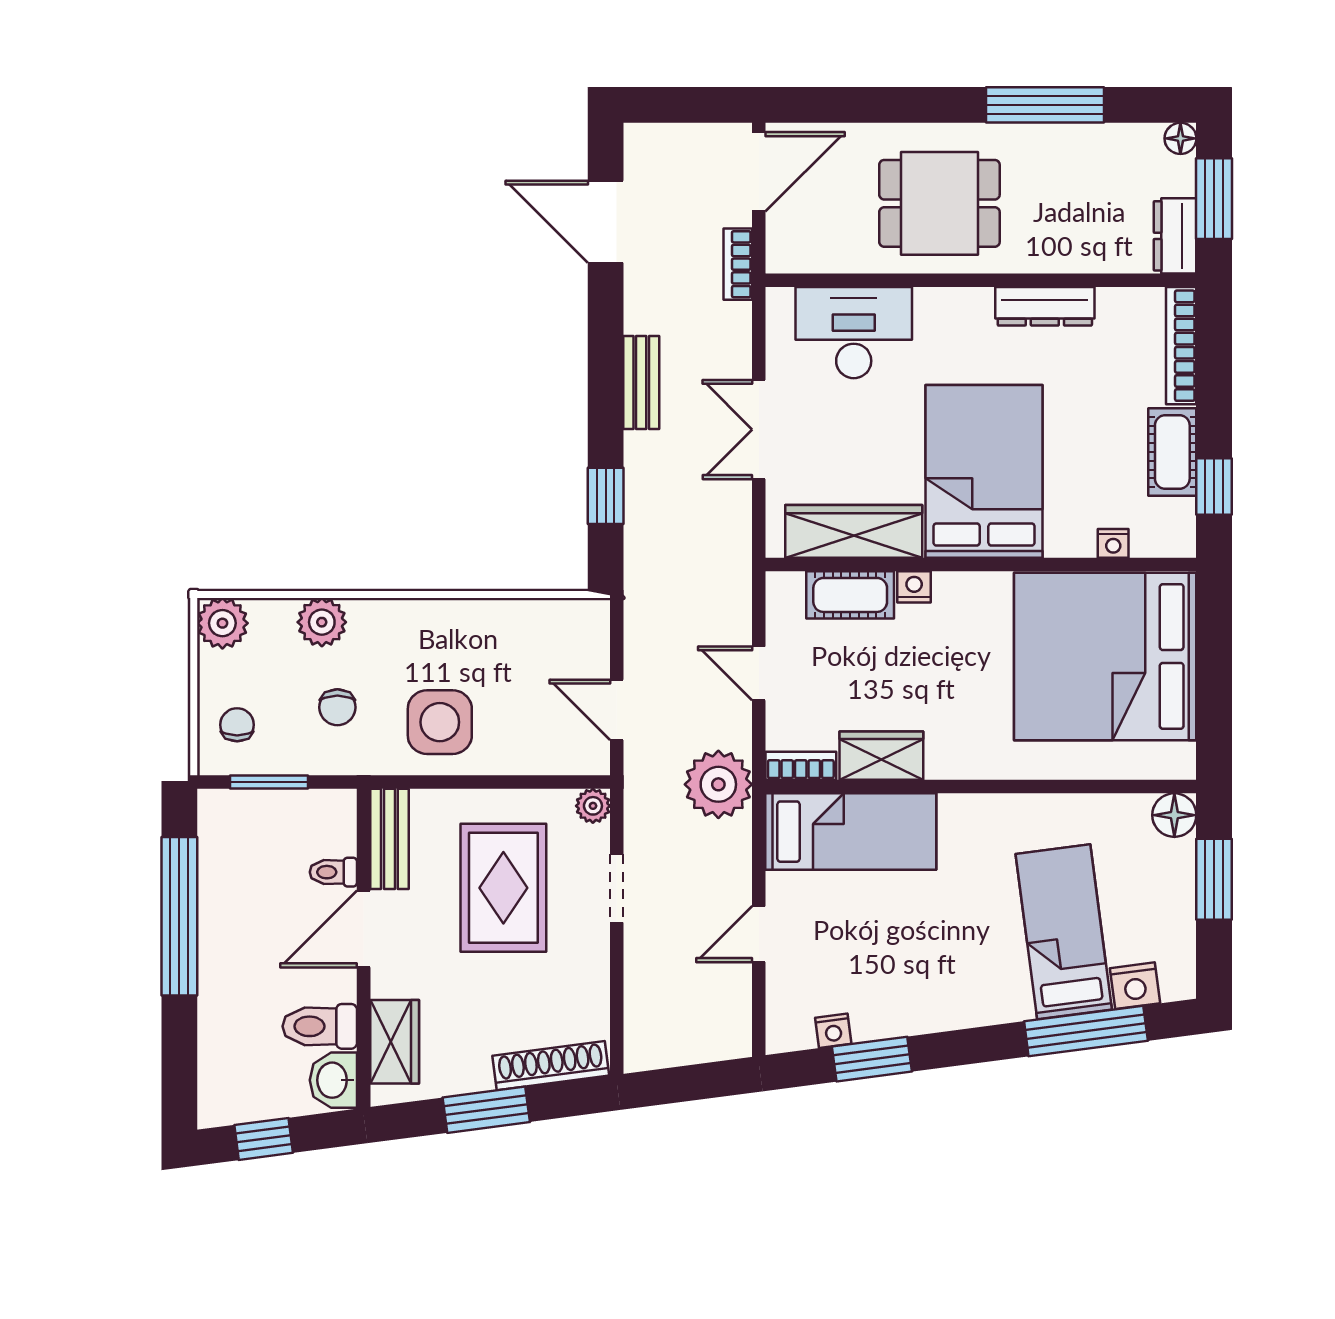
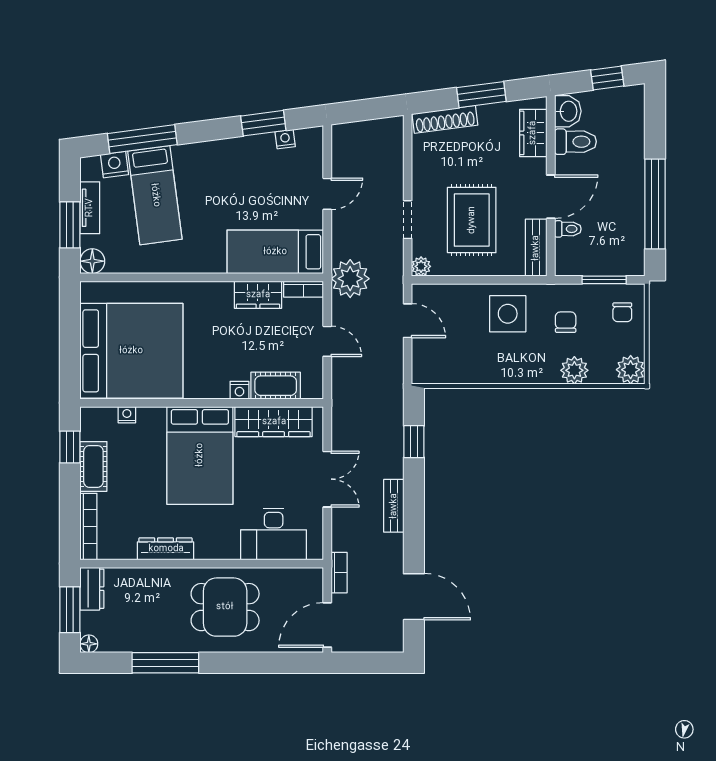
tv unit: (1179, 909) -> (90, 208), added

